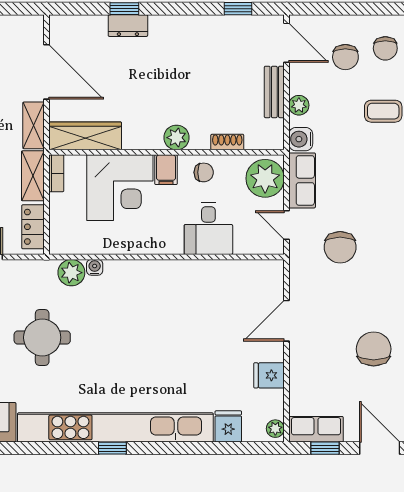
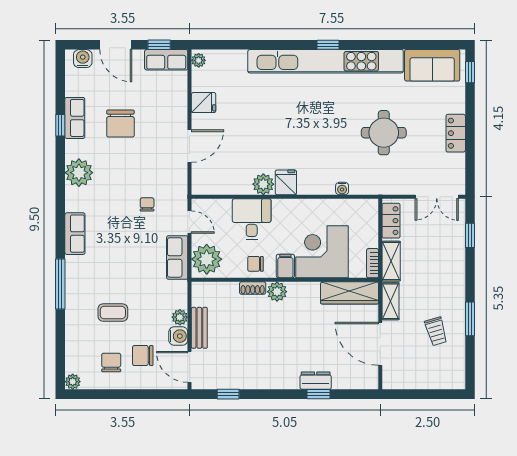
chair: (345, 57) -> (143, 356), turned -90
water cooler: (301, 139) -> (178, 336), moved
shoe rack: (227, 142) -> (253, 288), moved
chair: (340, 247) -> (147, 204), width x0.54, depth x0.54
plant: (71, 273) -> (263, 184), moved
fridge: (228, 426) -> (286, 182), moved, turned 180

